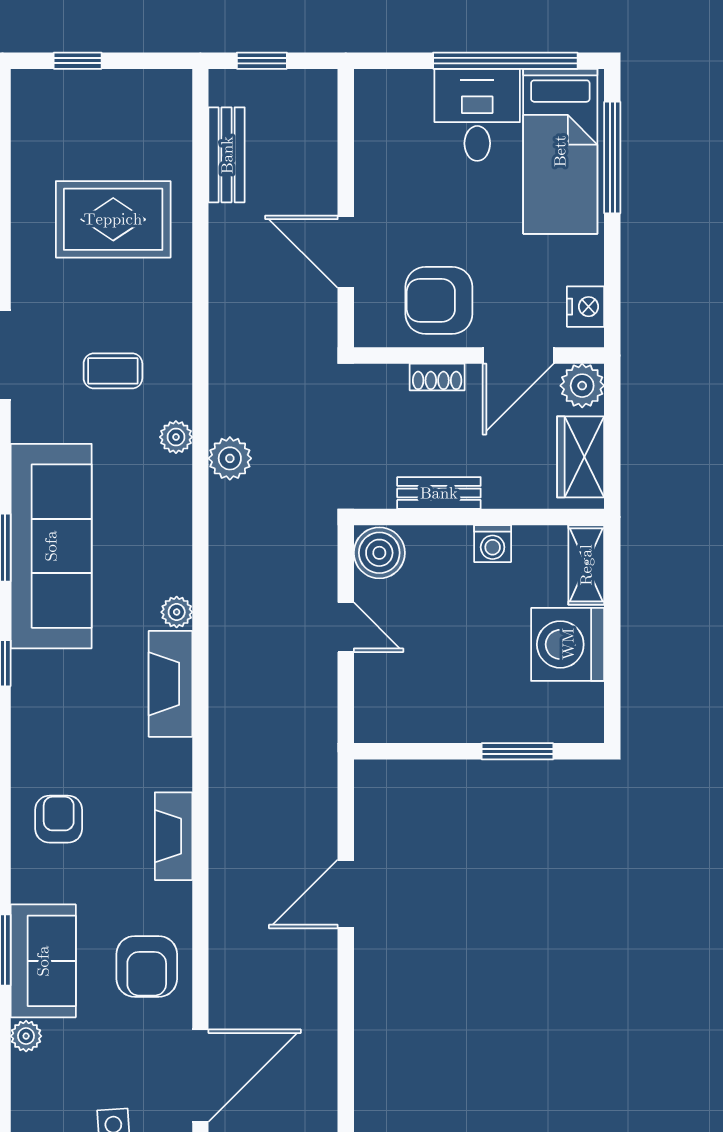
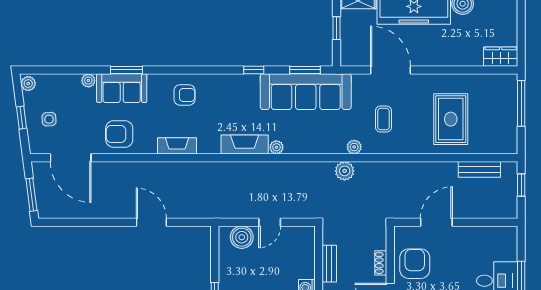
window: (78, 61) -> (521, 103), width x2.17
boiler: (379, 553) -> (242, 237), moved

